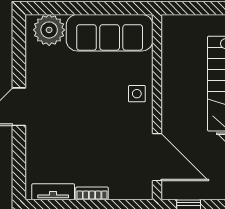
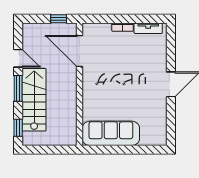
plant: (49, 30) -> (151, 135), removed
side table: (137, 94) -> (93, 93), removed

